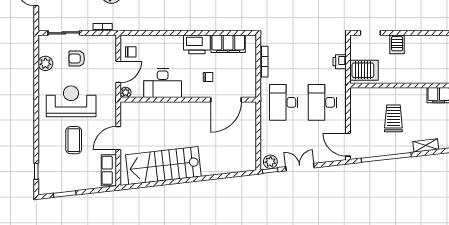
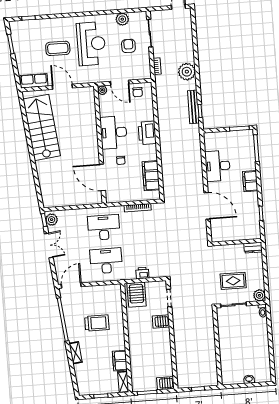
printer: (197, 44) -> (147, 133), moved
desk: (163, 83) -> (114, 132), moved

